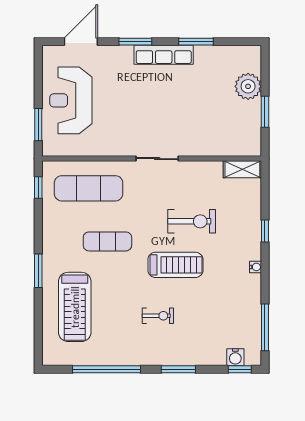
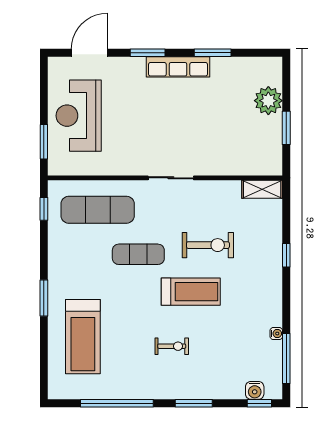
exercise mat: (107, 241) -> (138, 254), moved
water cooler: (255, 267) -> (276, 334), moved

